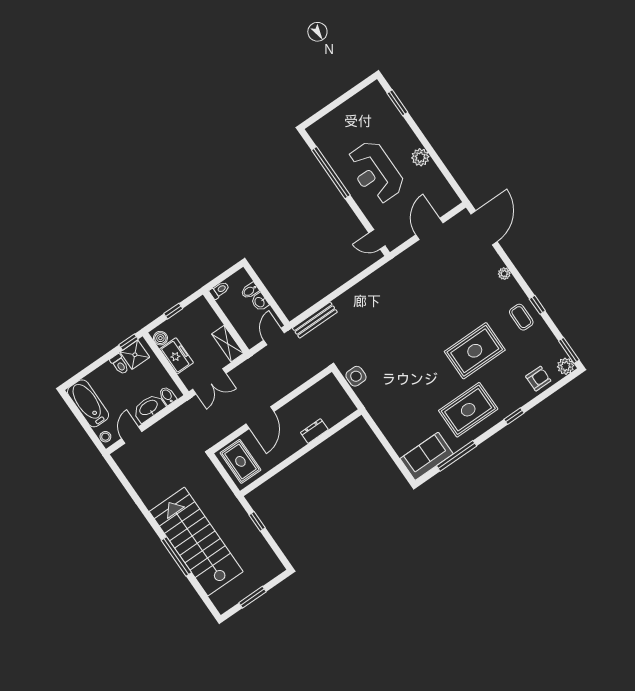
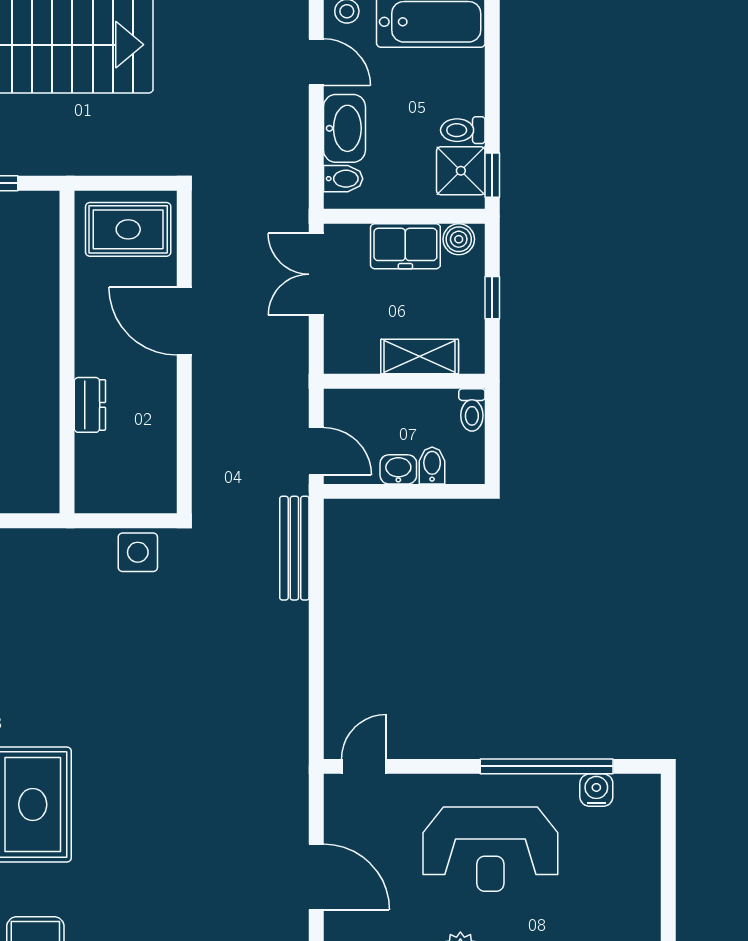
water cooler: (327, 148) -> (596, 790), added
reception desk: (375, 172) -> (490, 849), turned 180
shelving: (228, 344) -> (420, 357), moved

